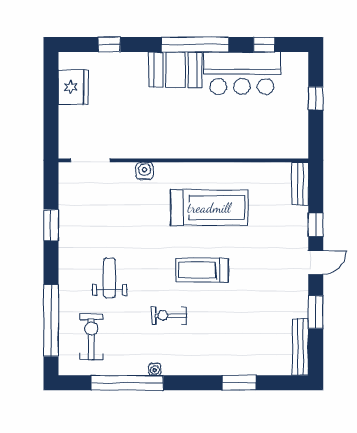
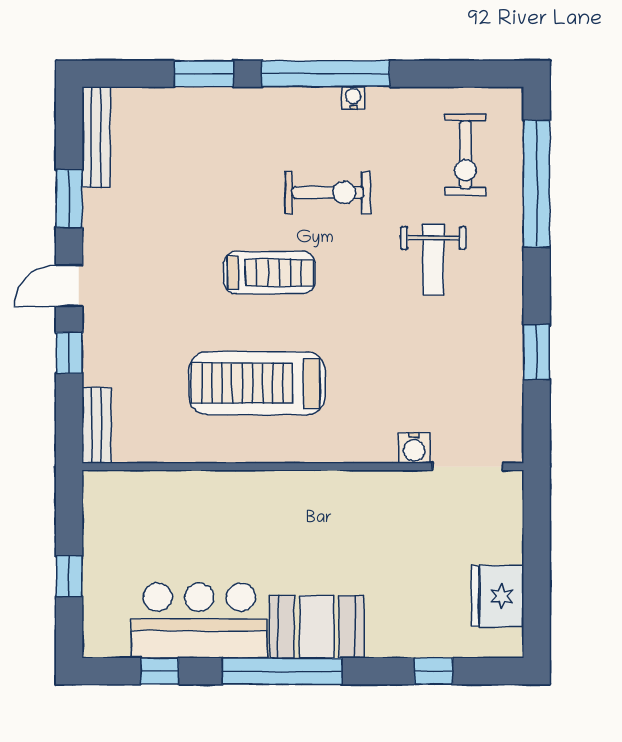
water cooler: (145, 171) -> (414, 448), moved
exercise bike: (169, 316) -> (328, 193), width x1.38, depth x1.39
window: (127, 383) -> (326, 74), moved

